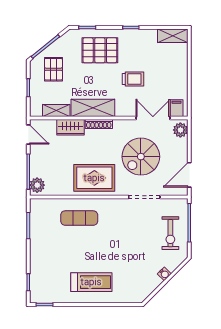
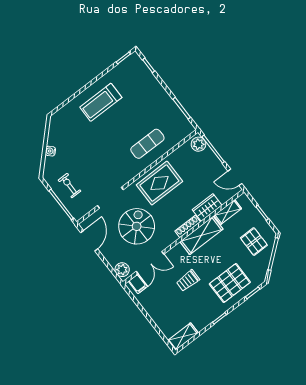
exercise bike: (170, 233) -> (70, 186), width x0.73, depth x0.72

